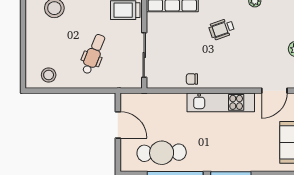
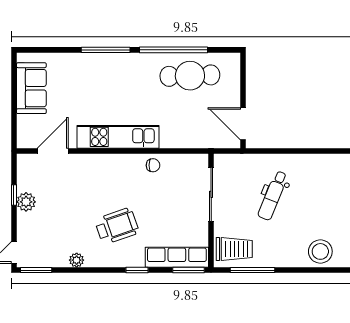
wheelchair: (222, 29) -> (117, 226), width x1.36, depth x1.37
stool: (49, 75) -> (327, 170), removed
door: (118, 125) -> (243, 124), moved

